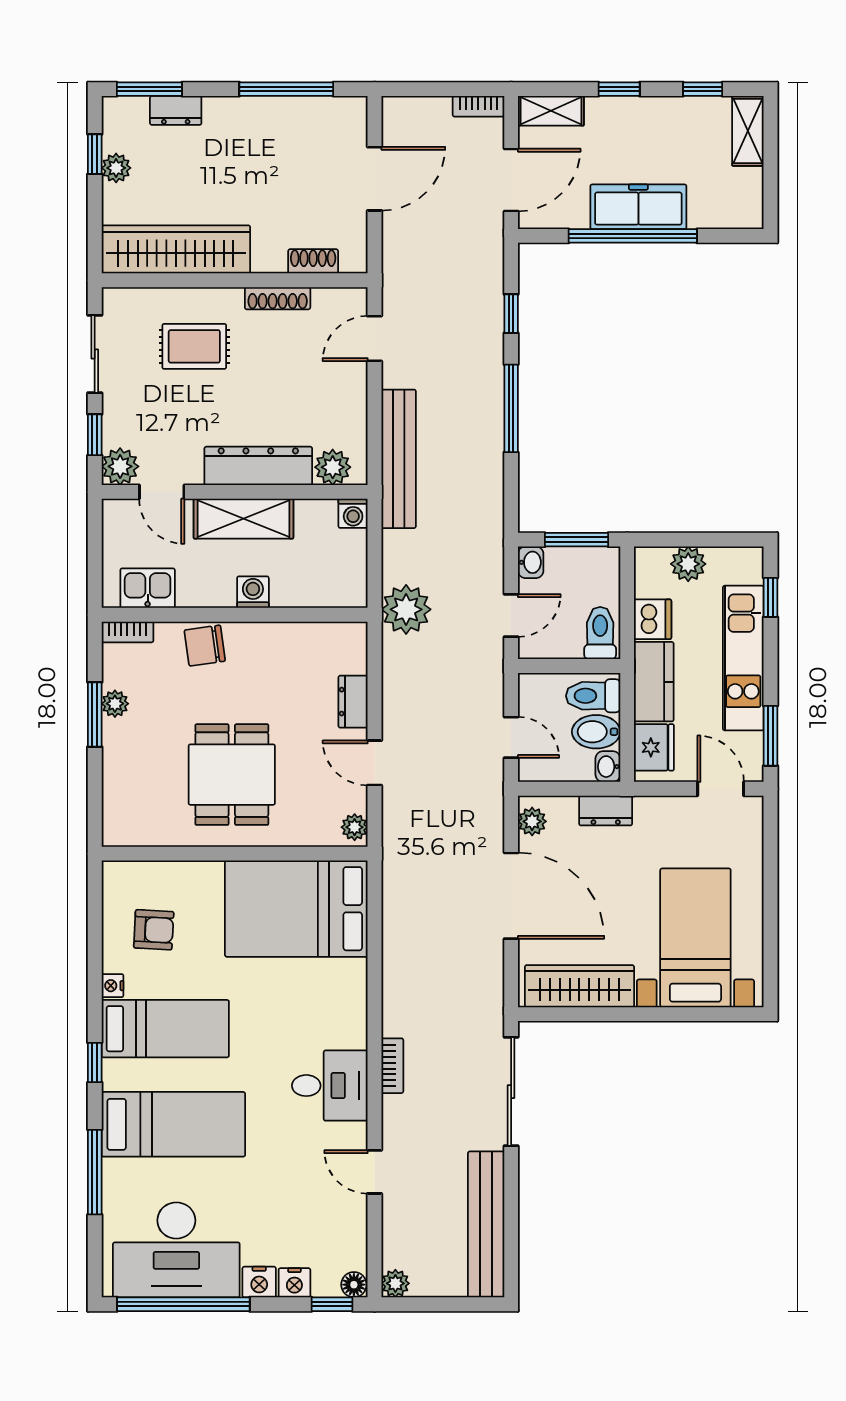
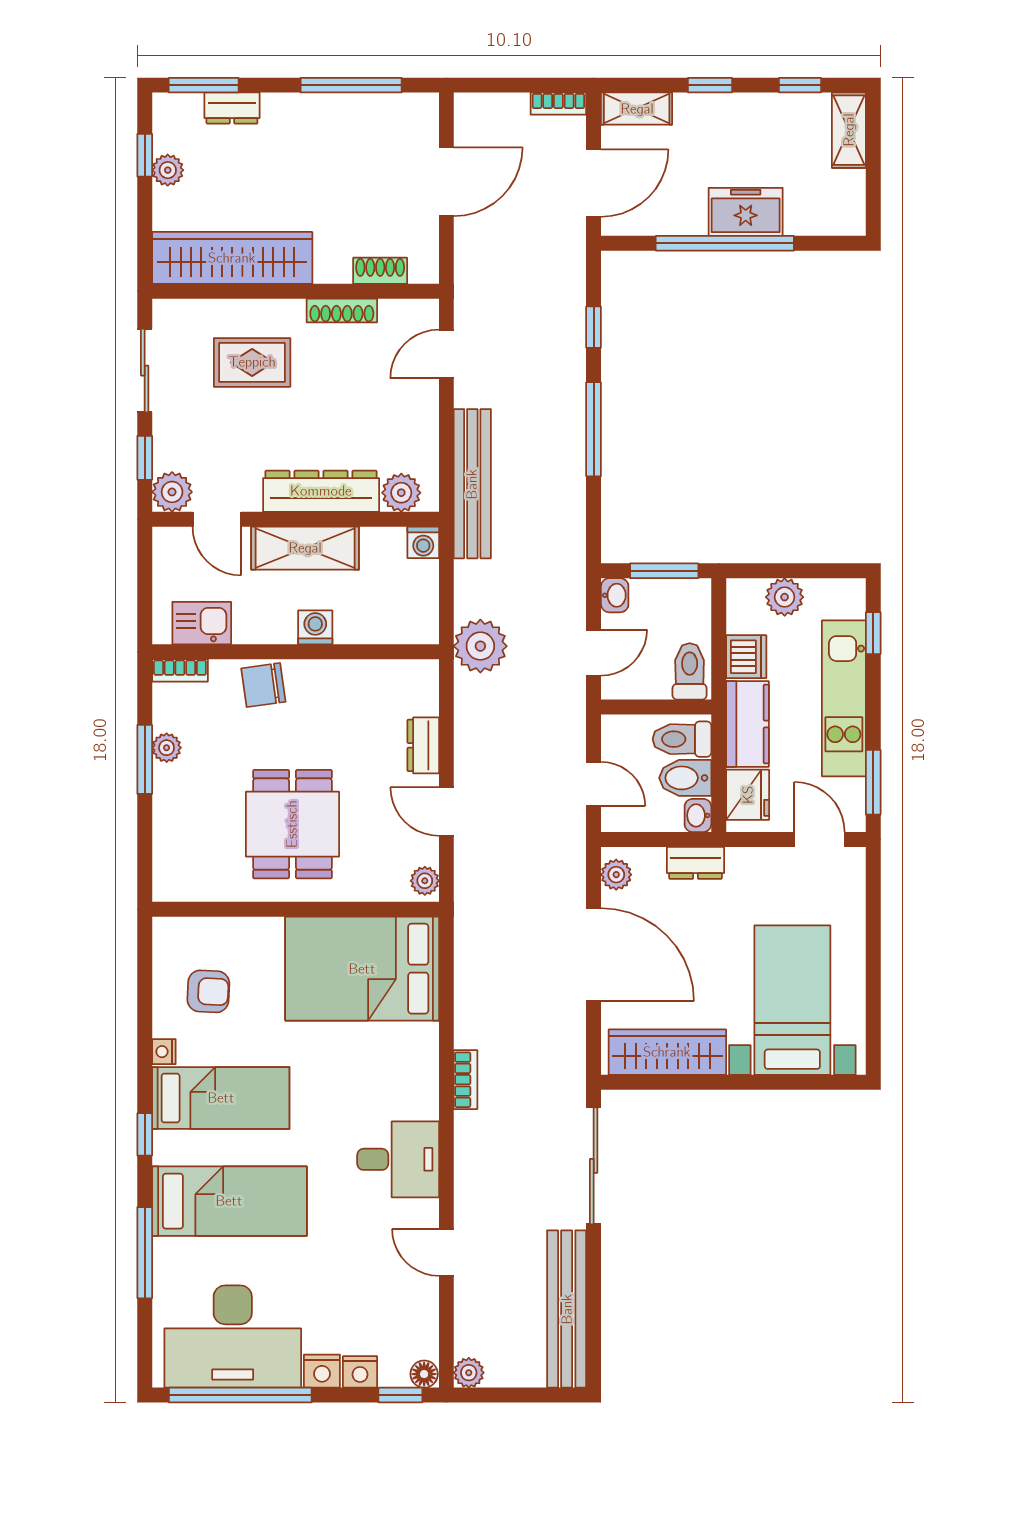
freezer: (638, 207) -> (746, 212), width x0.71
bookcase: (392, 1066) -> (466, 1080), moved

